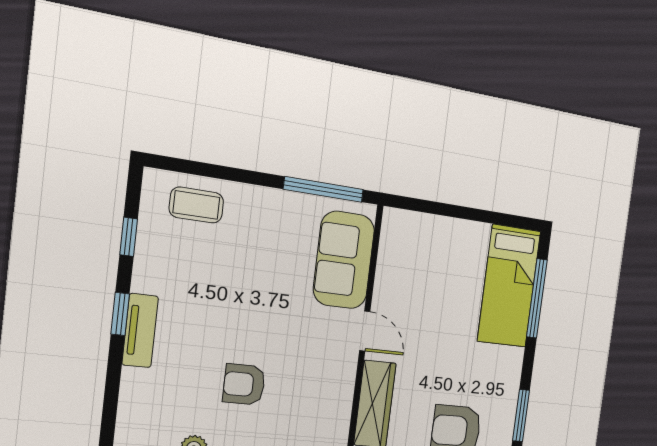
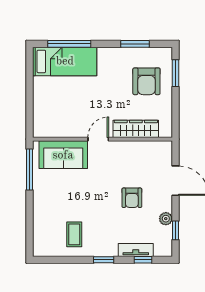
coffee table: (196, 205) -> (74, 234), moved
window: (129, 237) -> (143, 260), moved
tv unit: (140, 331) -> (136, 250), moved

